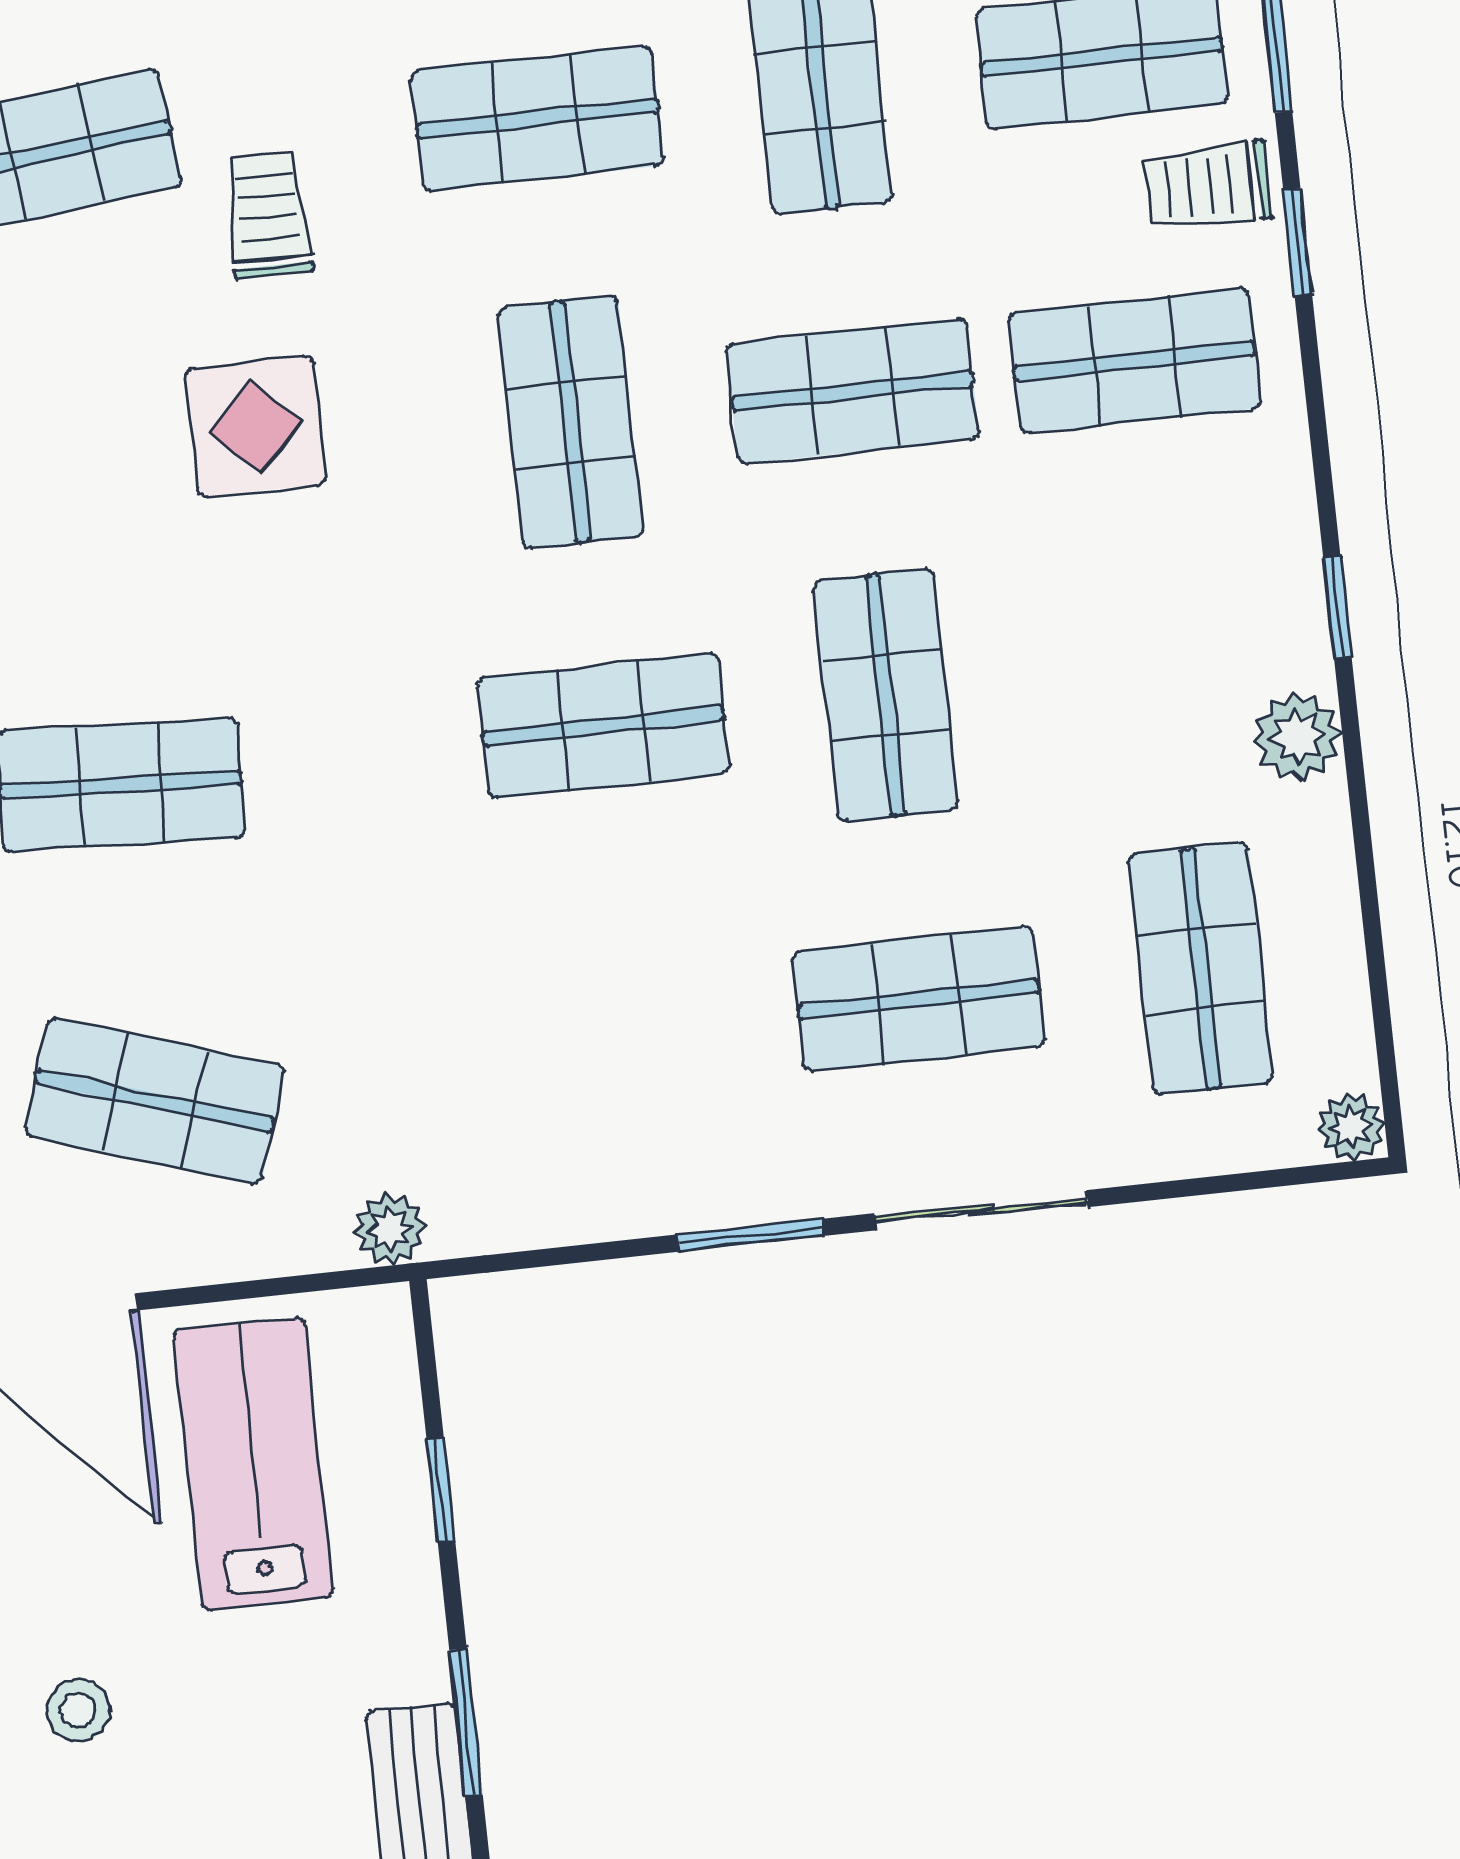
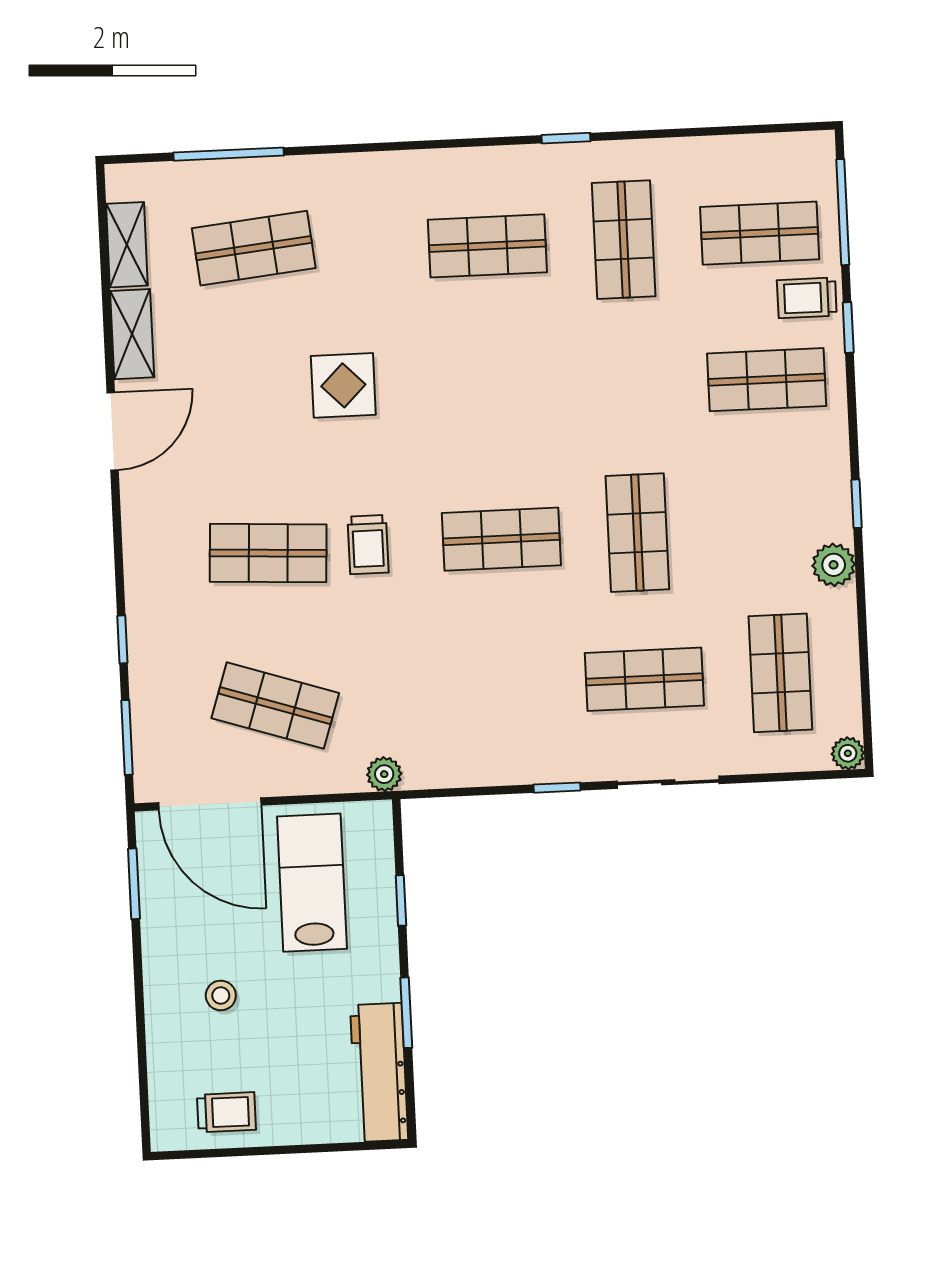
trolley: (268, 215) -> (368, 545), moved, turned 180
shop shelf: (852, 391) -> (630, 386), removed
shop shelf: (570, 422) -> (494, 393), removed
window: (751, 1235) -> (557, 788), width x0.67

